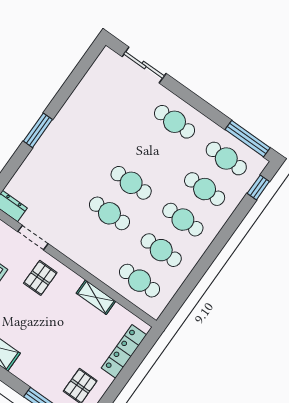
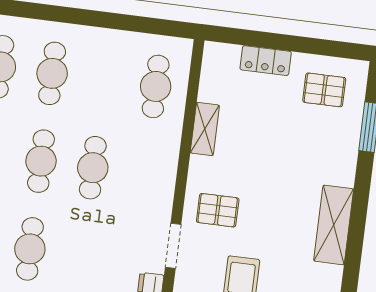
cafe table: (161, 250) -> (30, 249), moved
locker: (124, 351) -> (266, 61), width x0.66

